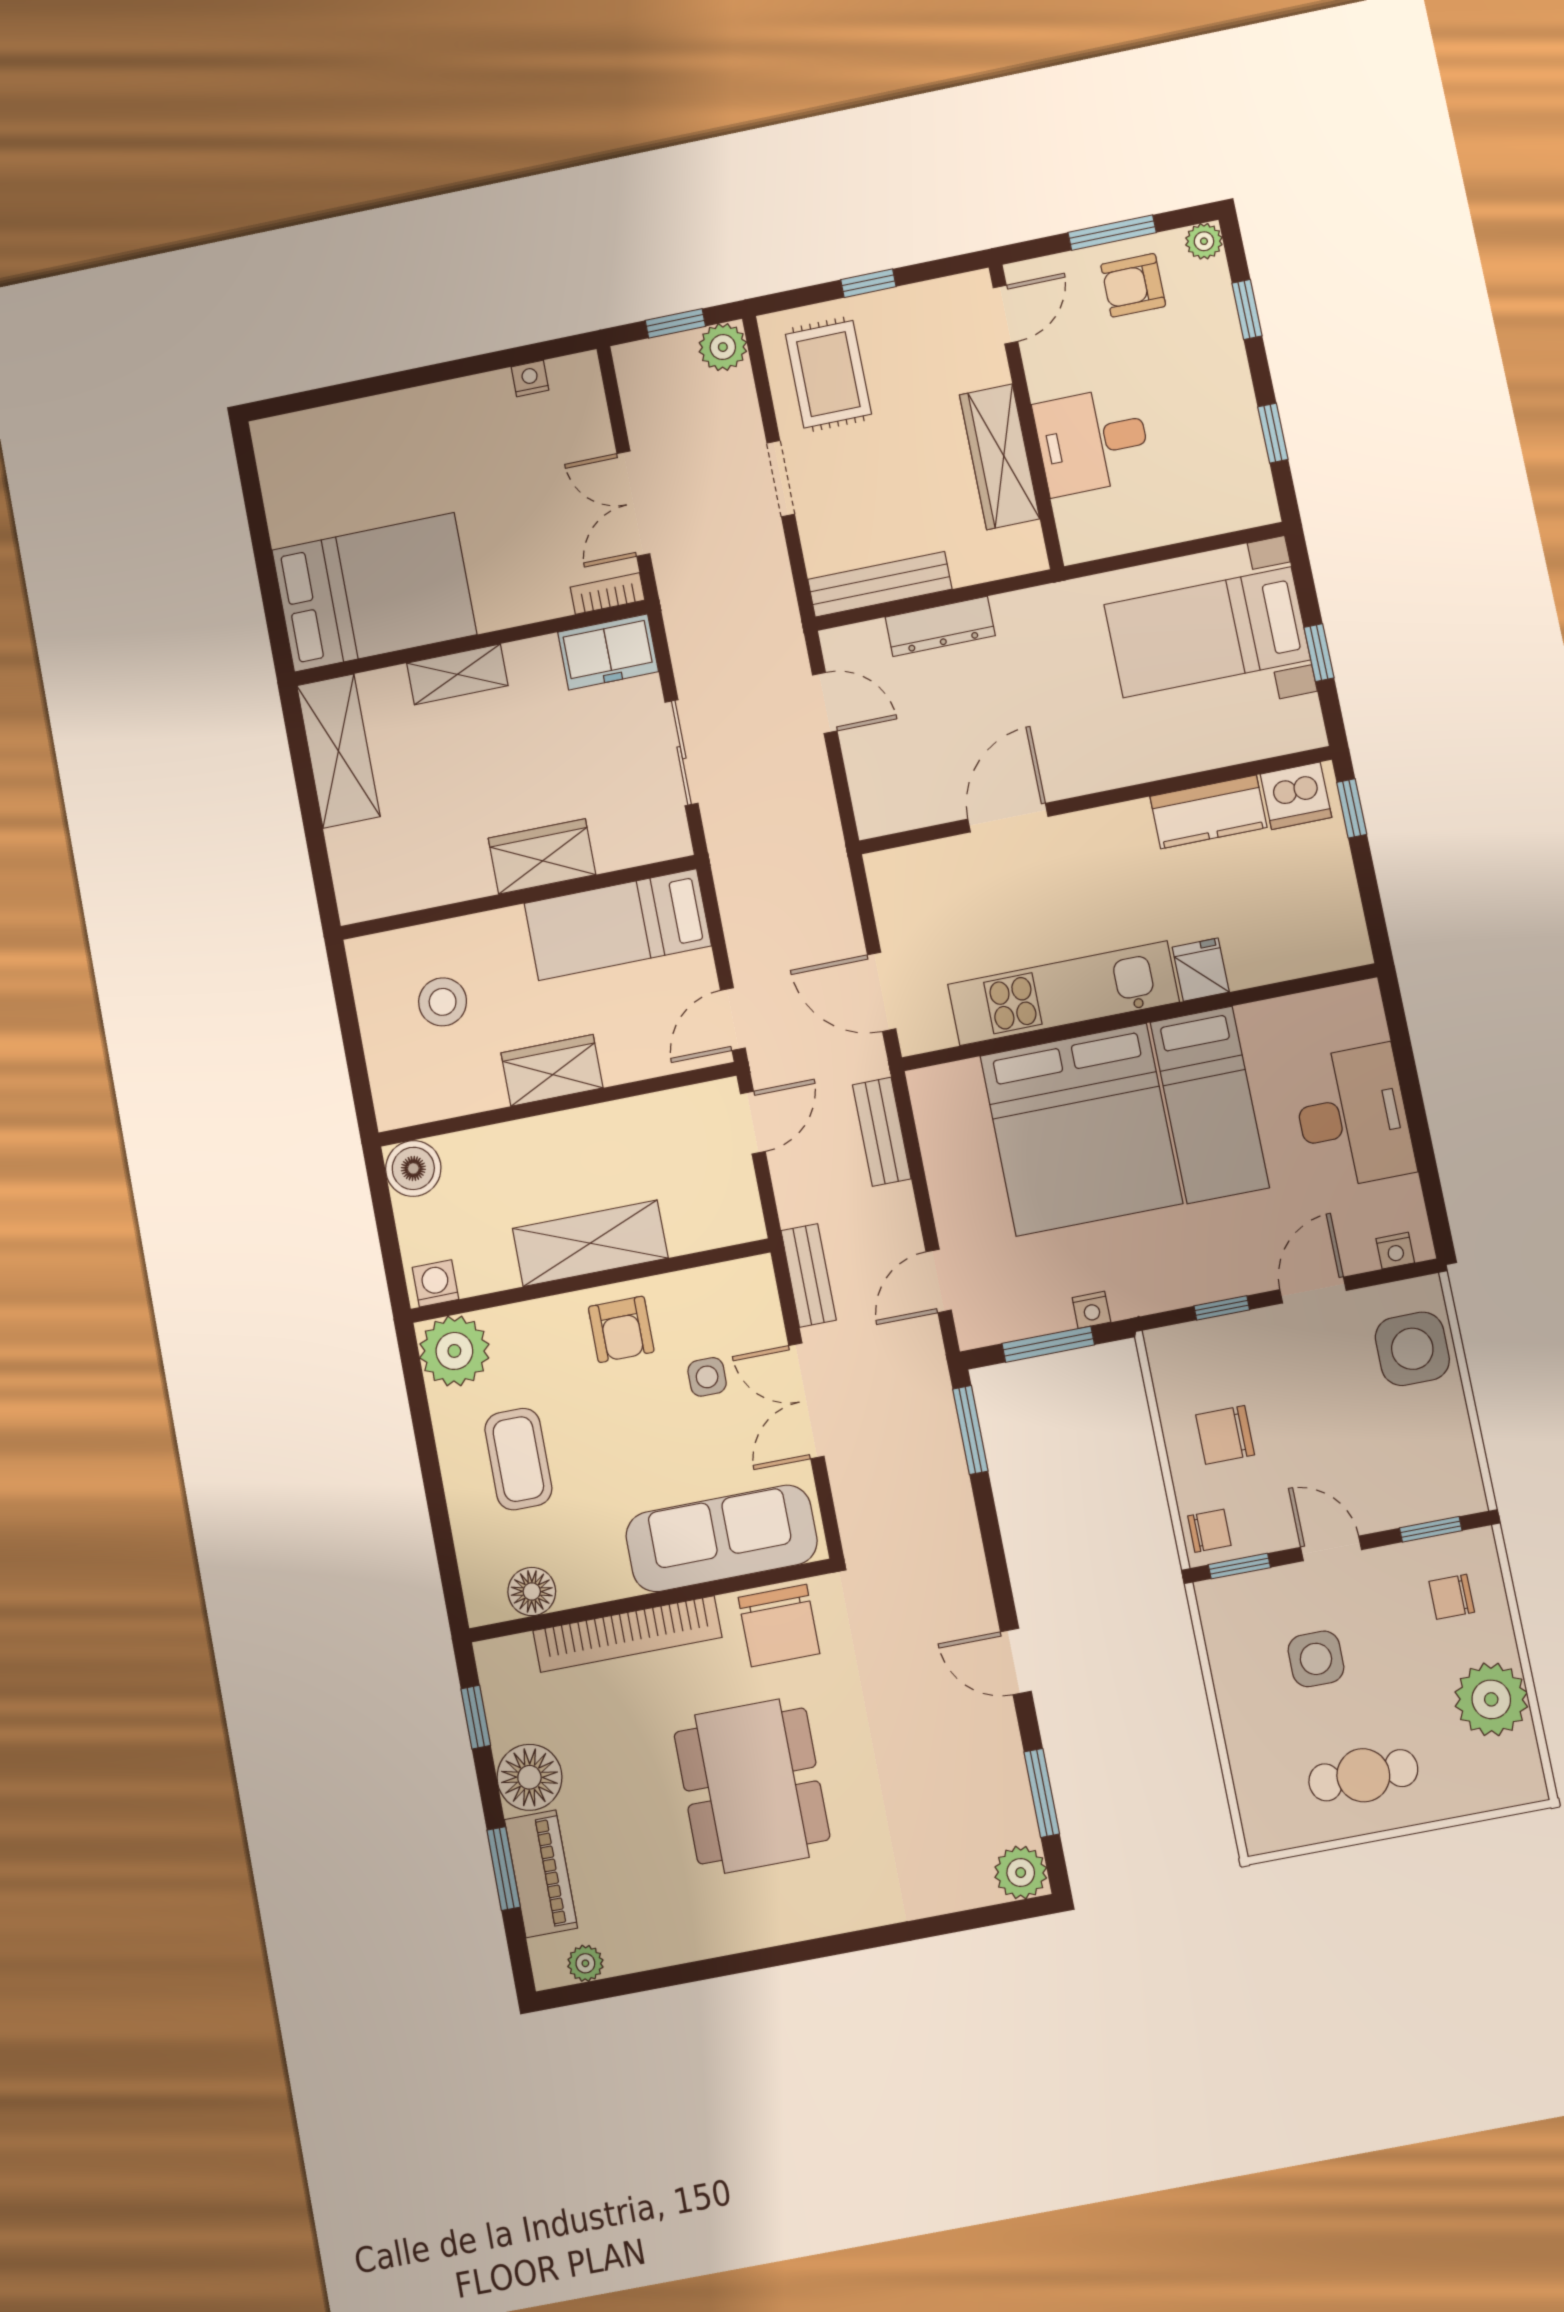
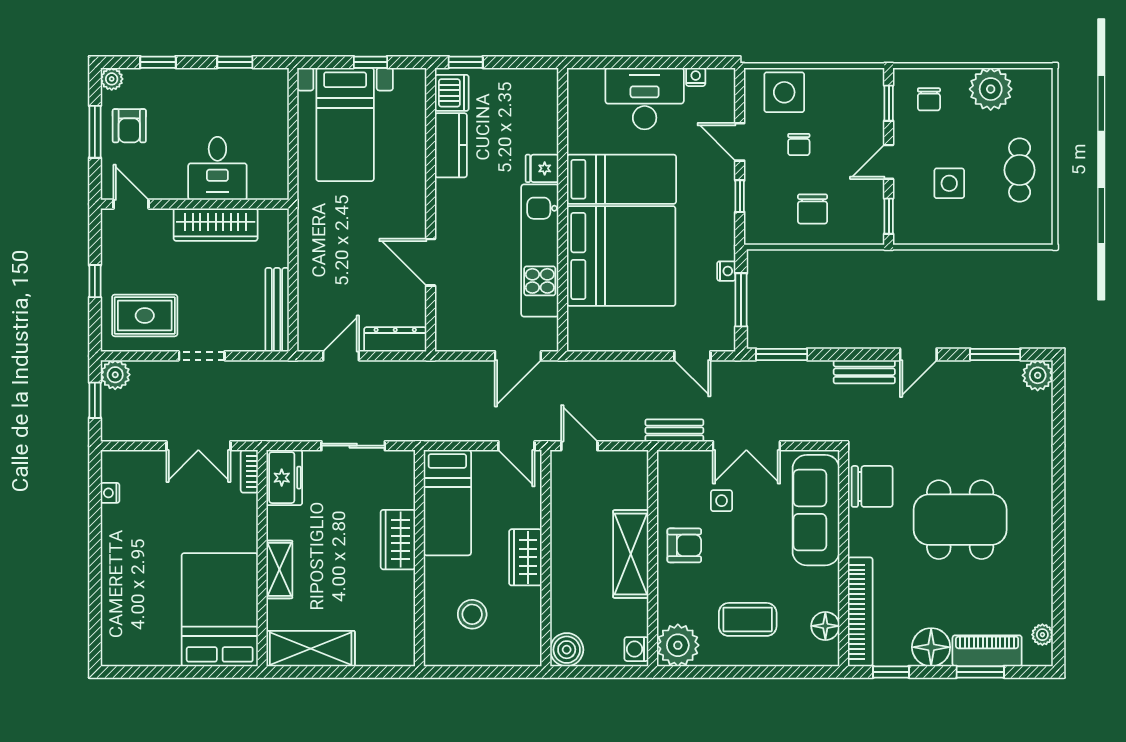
dresser: (940, 626) -> (395, 339), moved, turned -90
bench: (882, 1132) -> (864, 372), moved
nightstand: (1395, 1251) -> (696, 77), moved, turned -90
chair: (1209, 1531) -> (799, 145), moved, turned 180
bookcase: (627, 1634) -> (860, 612), moved

